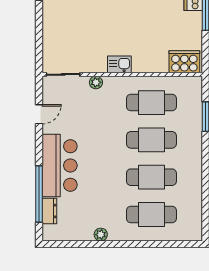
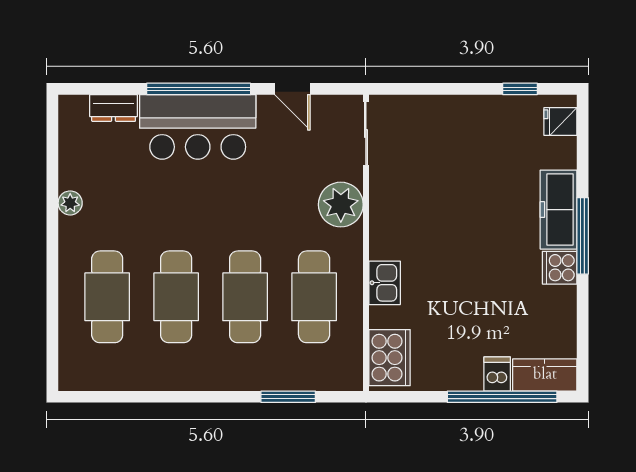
kitchen sink: (119, 64) -> (385, 283), moved
plant: (96, 82) -> (341, 205), width x1.88, depth x1.88
window: (39, 194) -> (199, 89), moved

